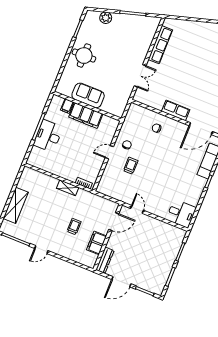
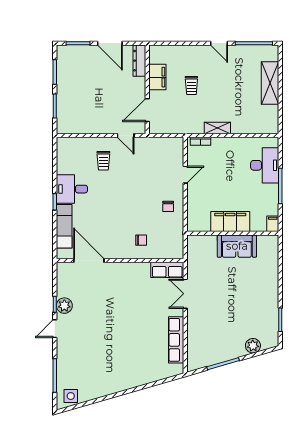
round table: (84, 56) -> (261, 291), removed
filing cabinet: (67, 106) -> (273, 224), moved
row of seats: (176, 110) -> (167, 270), moved
door: (201, 129) -> (89, 260), hinge flipped
desk: (48, 136) -> (265, 165), moved
door: (109, 152) -> (185, 175), moved
trolley: (131, 166) -> (103, 161), moved
desk: (181, 214) -> (72, 189), moved
door: (41, 250) -> (219, 43), swing flipped
door: (121, 282) -> (110, 43), swing flipped

